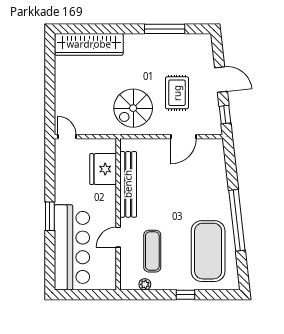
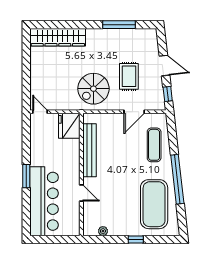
fridge: (103, 169) -> (69, 126), moved
door: (118, 237) -> (81, 193), swing flipped
exercise mat: (152, 251) -> (154, 145), moved

